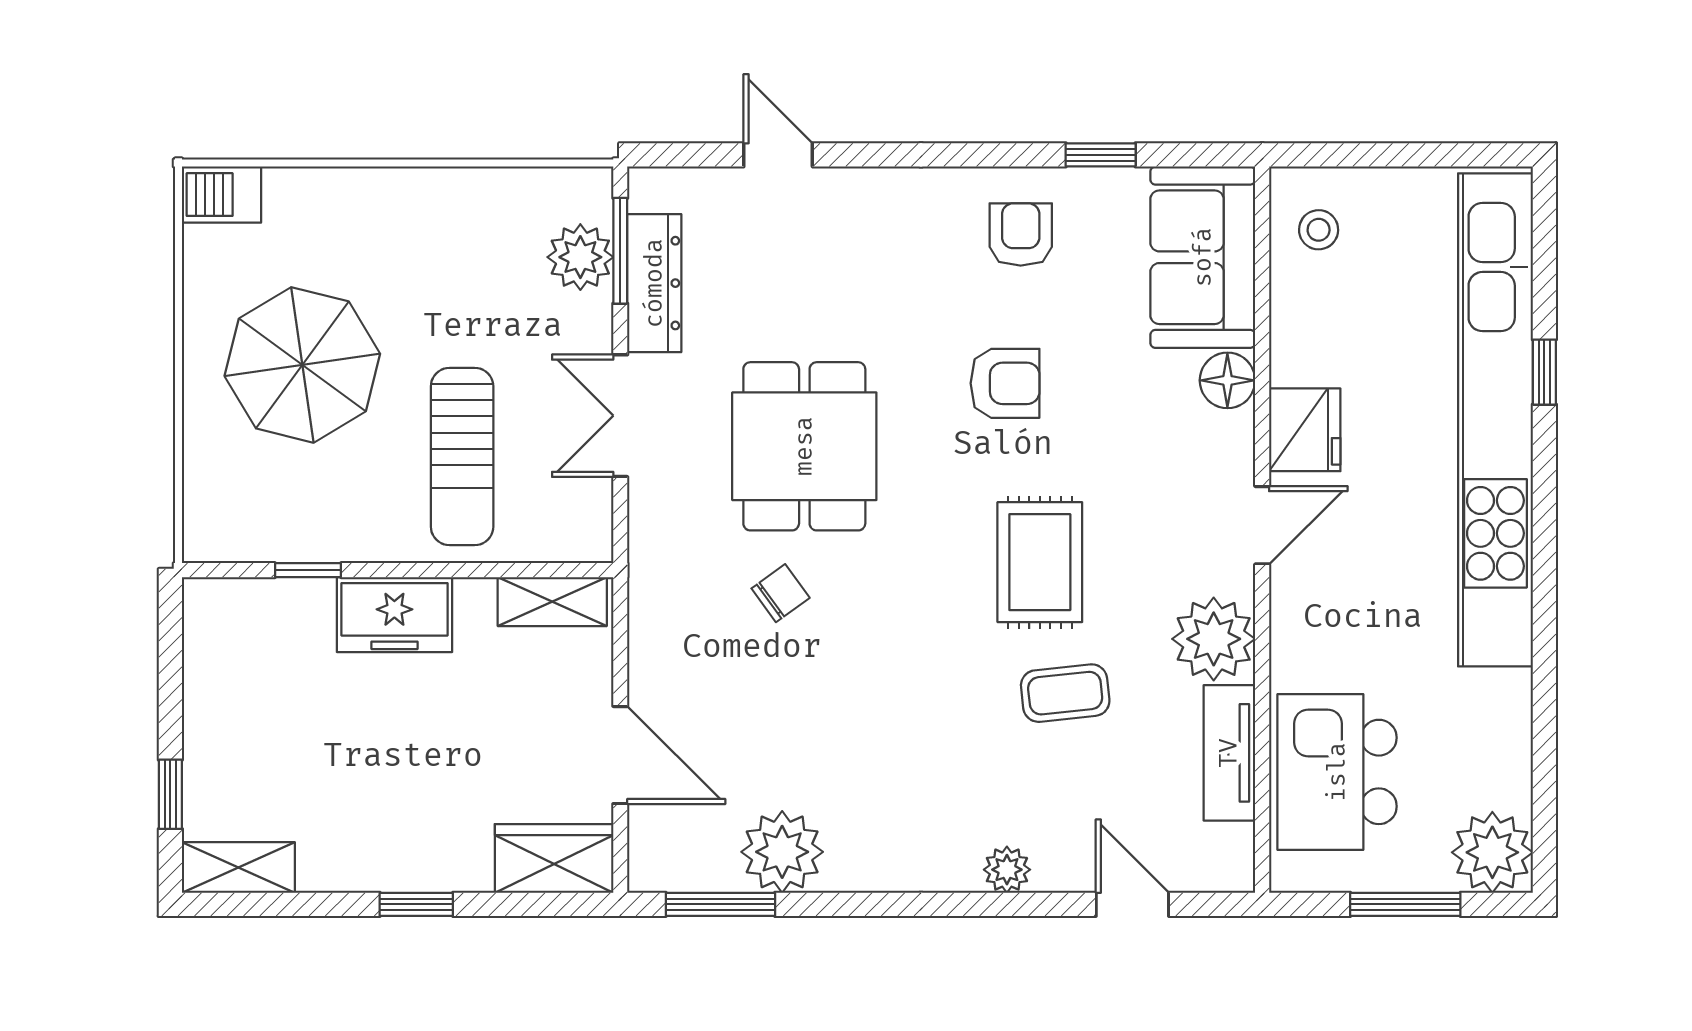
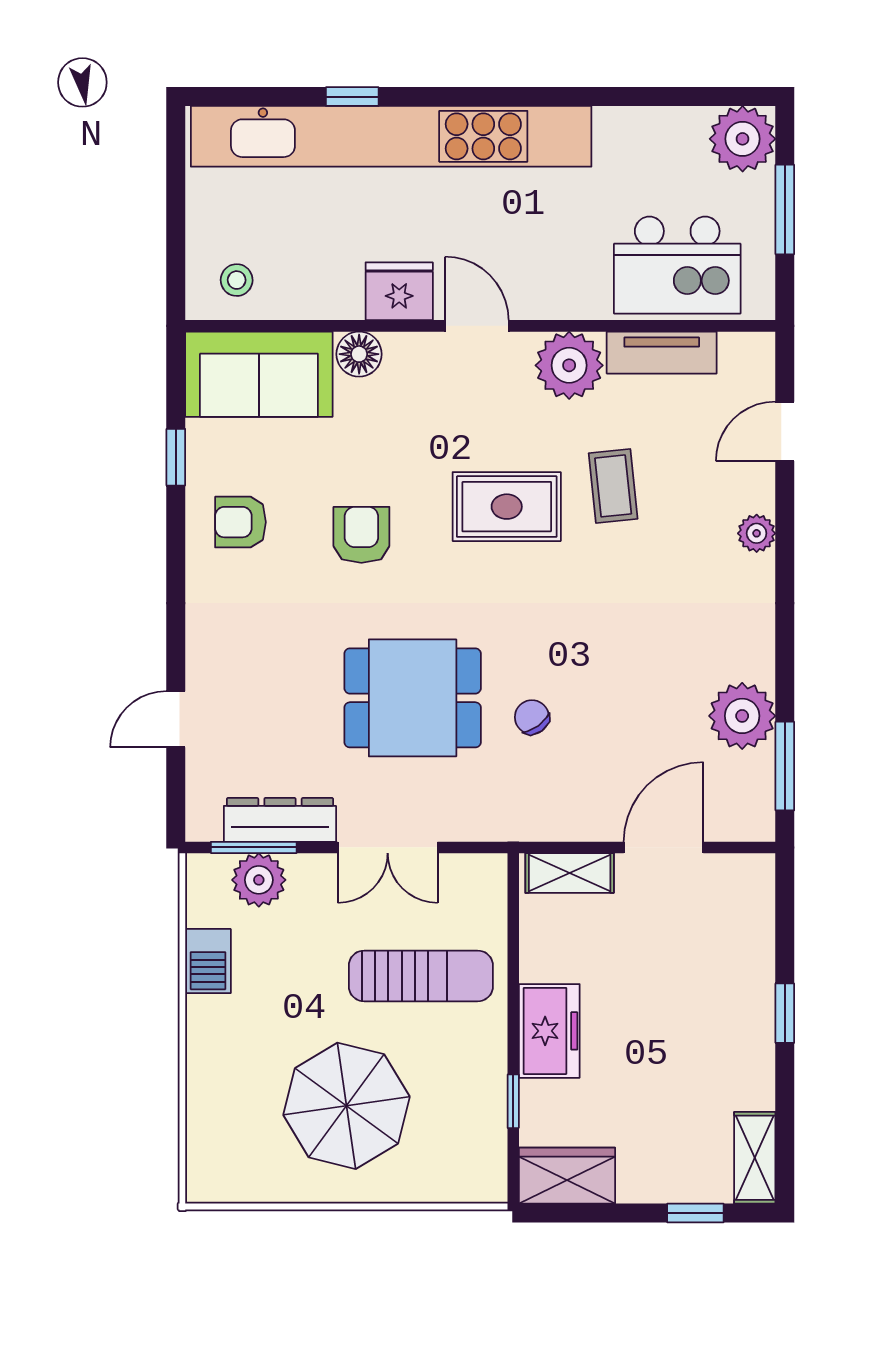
barbecue: (221, 195) -> (208, 961), moved
shelving: (552, 602) -> (570, 873), moved, turned 90
wardrobe: (554, 858) -> (567, 1176), moved, turned 90

